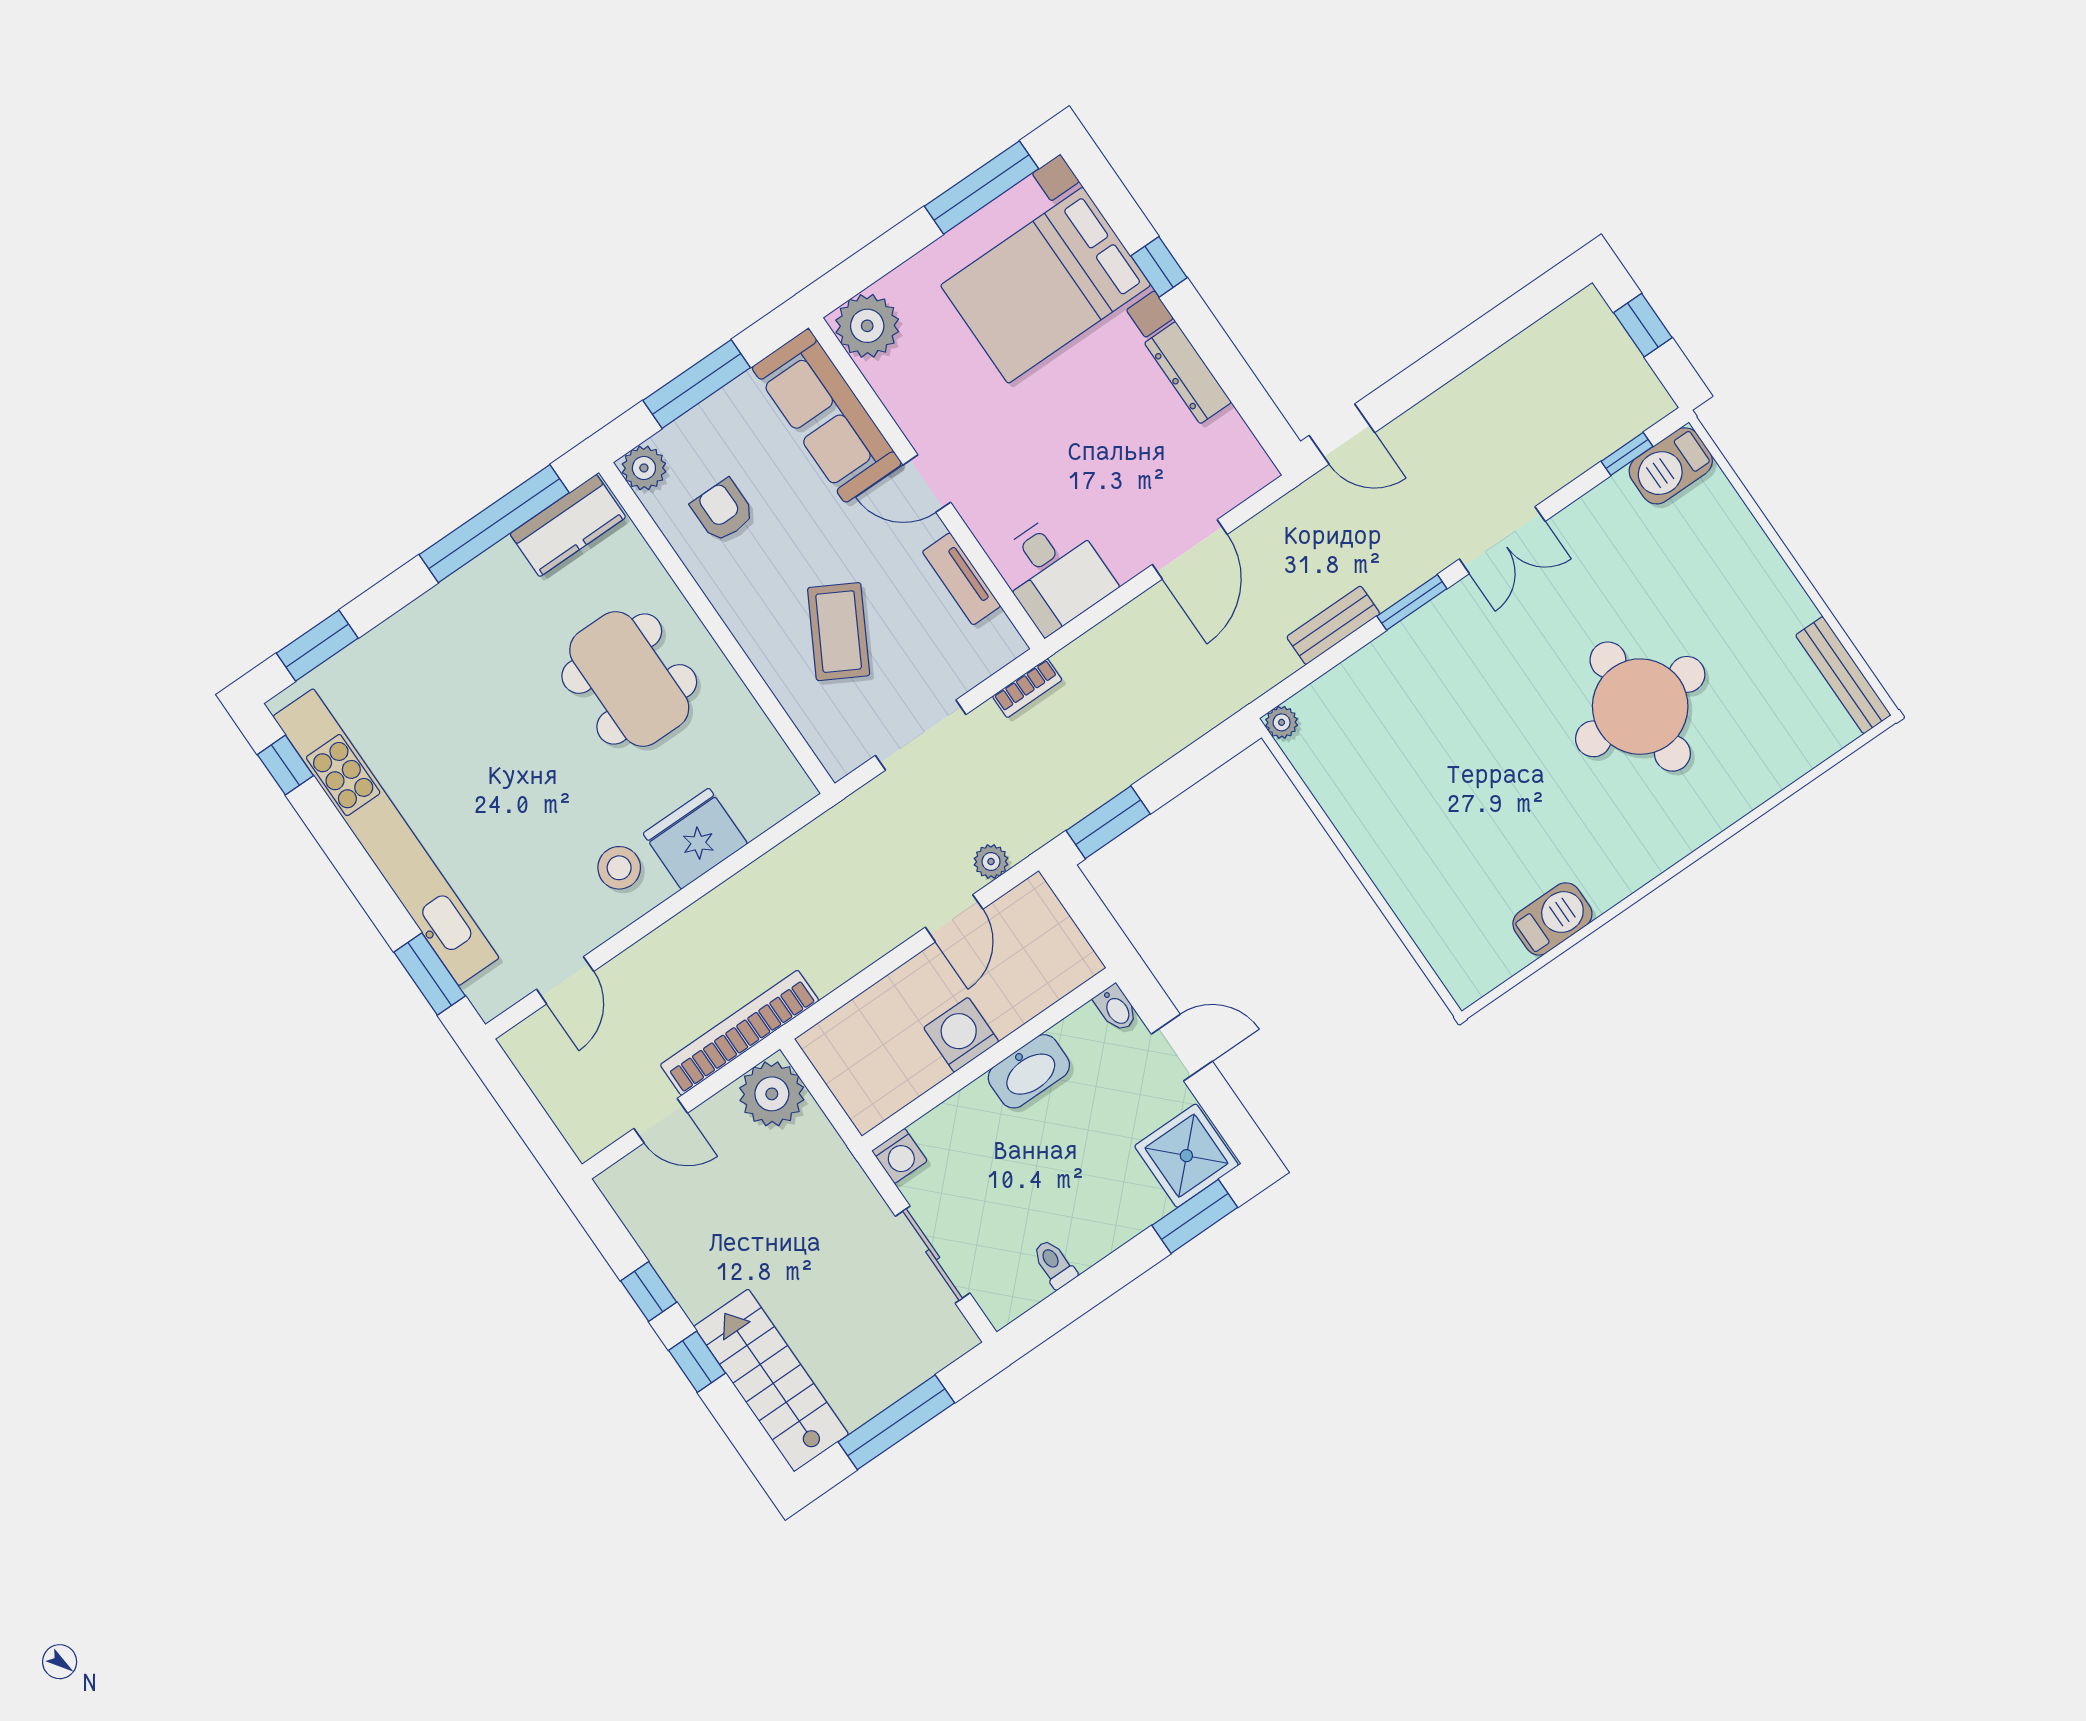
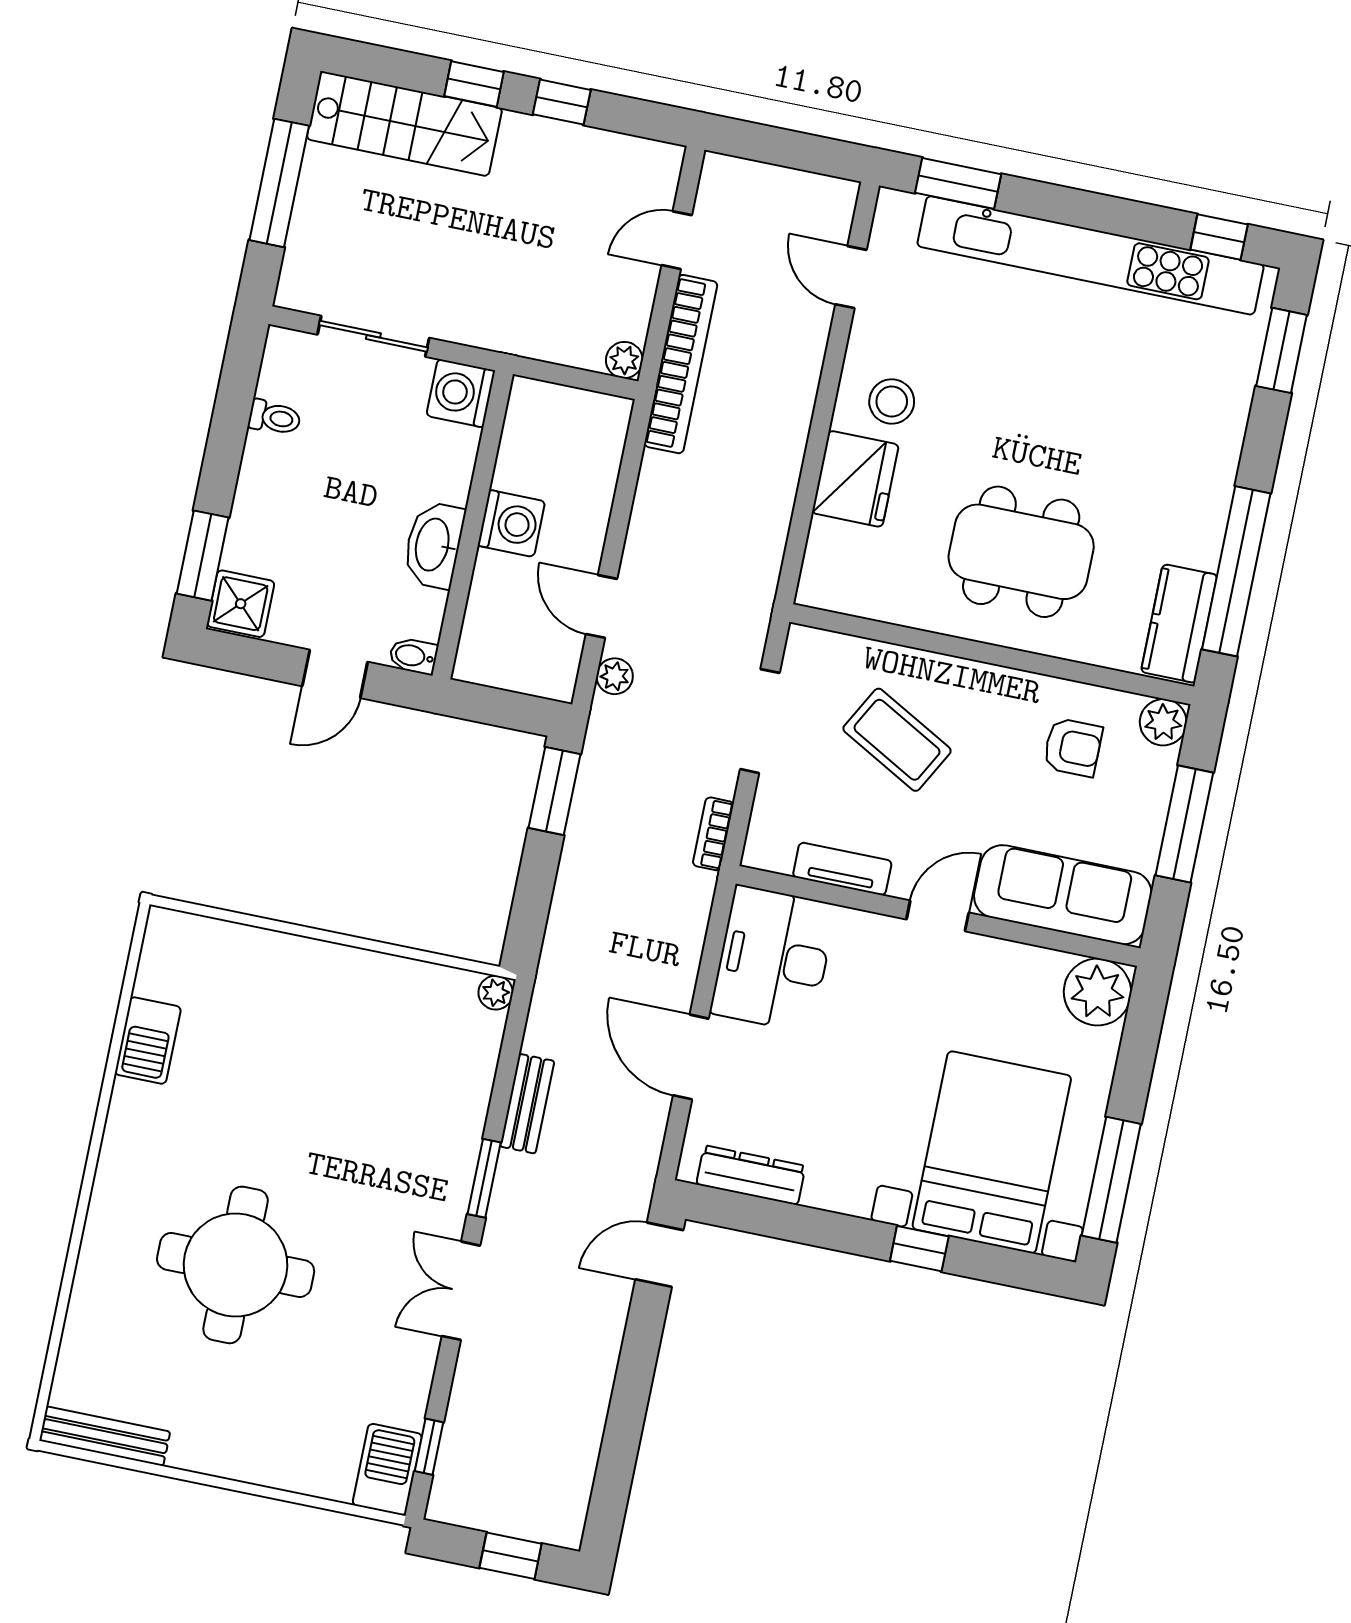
dresser: (1188, 373) -> (751, 1175), moved
desk: (1054, 572) -> (773, 959), width x1.37
plant: (772, 1094) -> (624, 360), width x0.53, depth x0.53
washing machine: (899, 1156) -> (461, 393), width x1.38, depth x1.38
shower: (1186, 1156) -> (241, 604), width x0.73, depth x0.73

